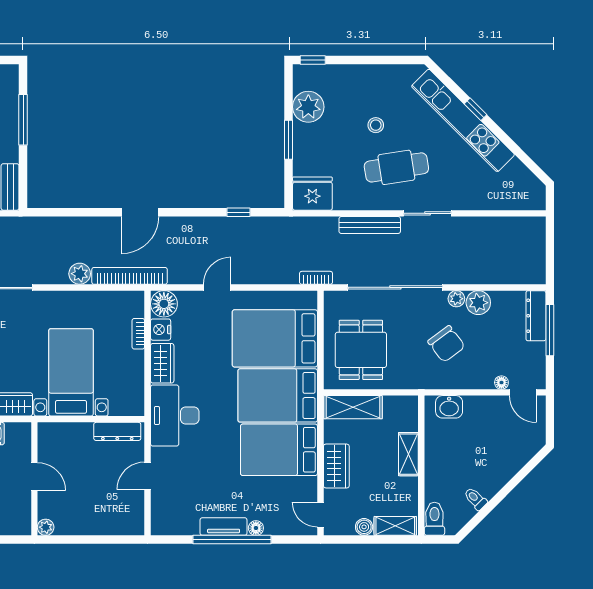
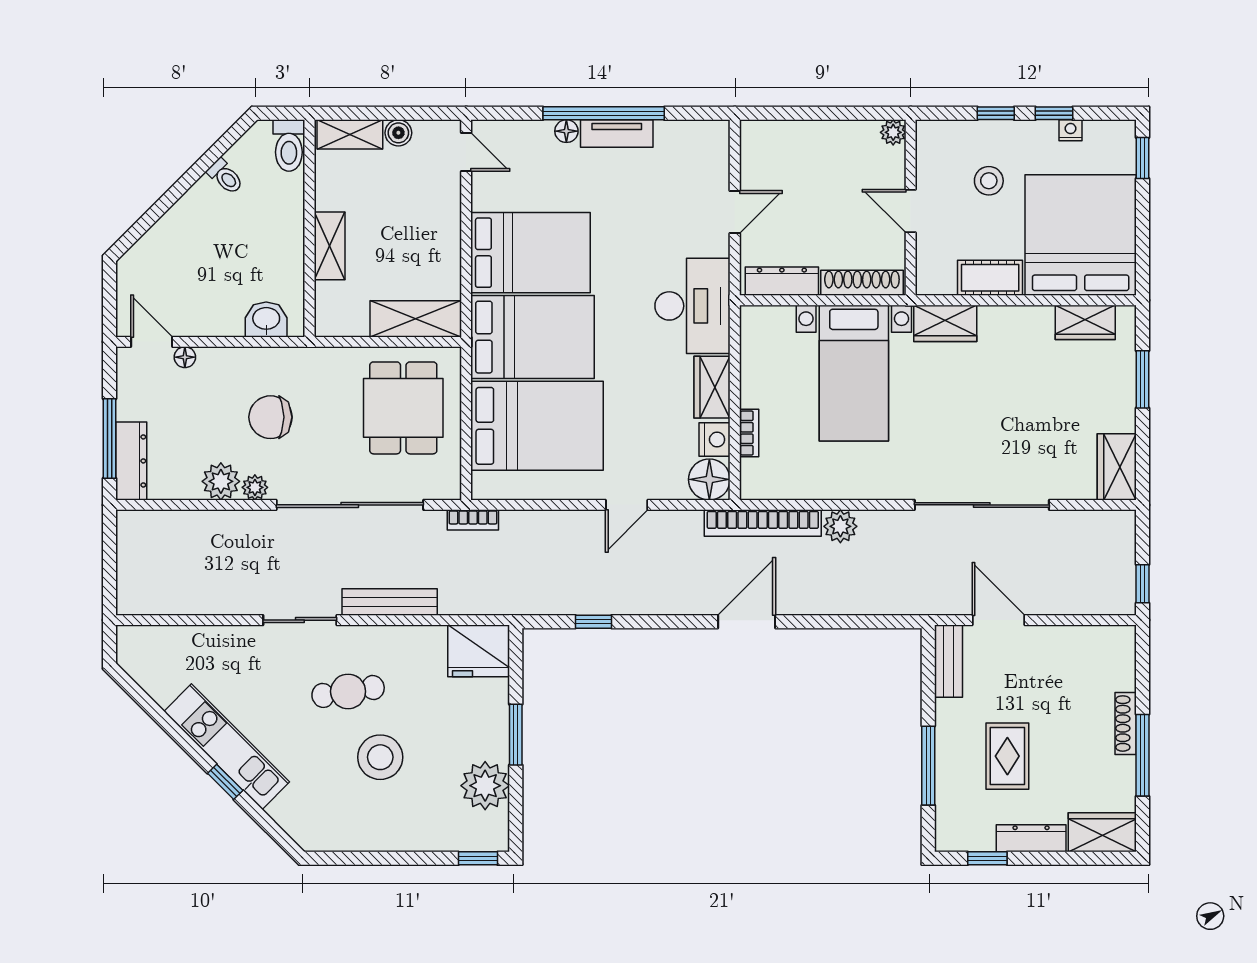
kitchen unit: (463, 120) -> (227, 747), width x0.73
stool: (376, 125) -> (380, 757), width x1.89, depth x1.89
cafe table: (396, 167) -> (348, 691), width x0.73, depth x0.74
chair: (446, 344) -> (270, 417), turned -53
shoe rack: (66, 430) -> (862, 283), added
wardrobe: (336, 466) -> (442, 227), removed

